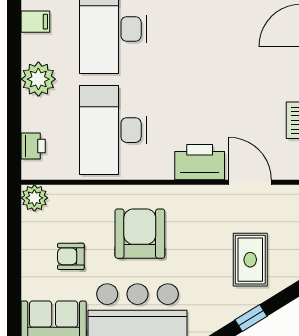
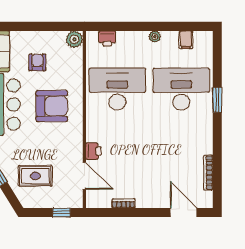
plant: (38, 79) -> (155, 37), width x0.53, depth x0.53
printer: (200, 162) -> (93, 151), width x0.53, depth x0.68
door: (250, 182) -> (84, 176), hinge flipped

